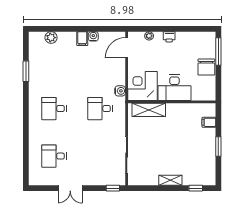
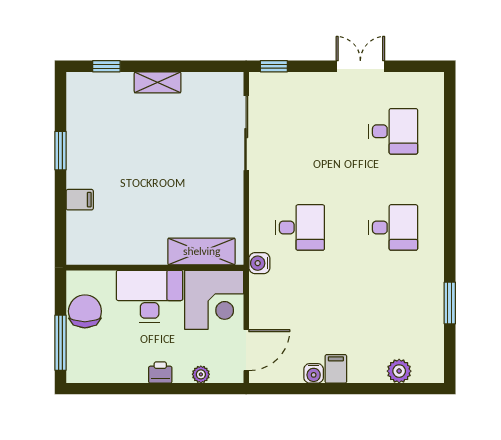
corner desk: (143, 86) -> (214, 300), moved
desk: (174, 88) -> (150, 296), moved
wall: (172, 102) -> (155, 268), moved
shelving: (149, 110) -> (202, 251), moved

